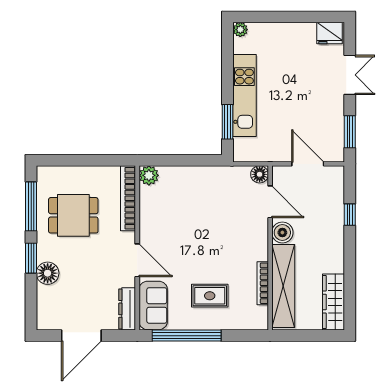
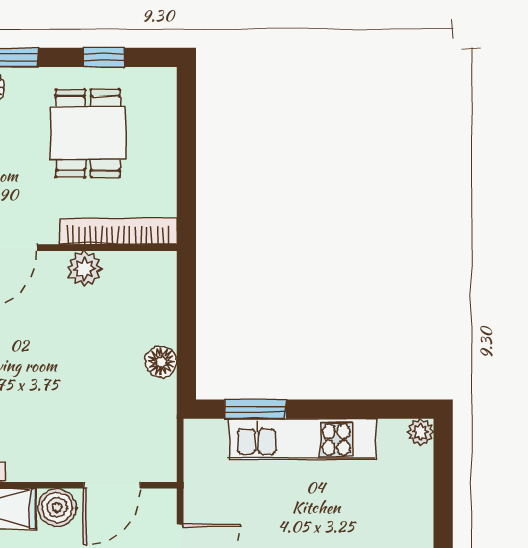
floor lamp: (260, 174) -> (161, 362), moved
plant: (149, 175) -> (84, 268), moved
window: (31, 206) -> (104, 57), width x0.46

